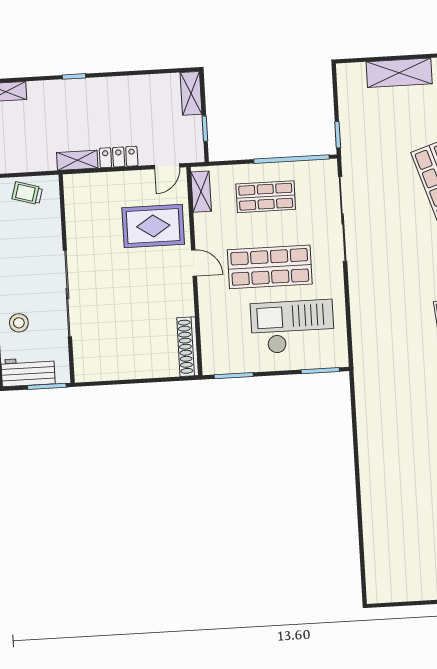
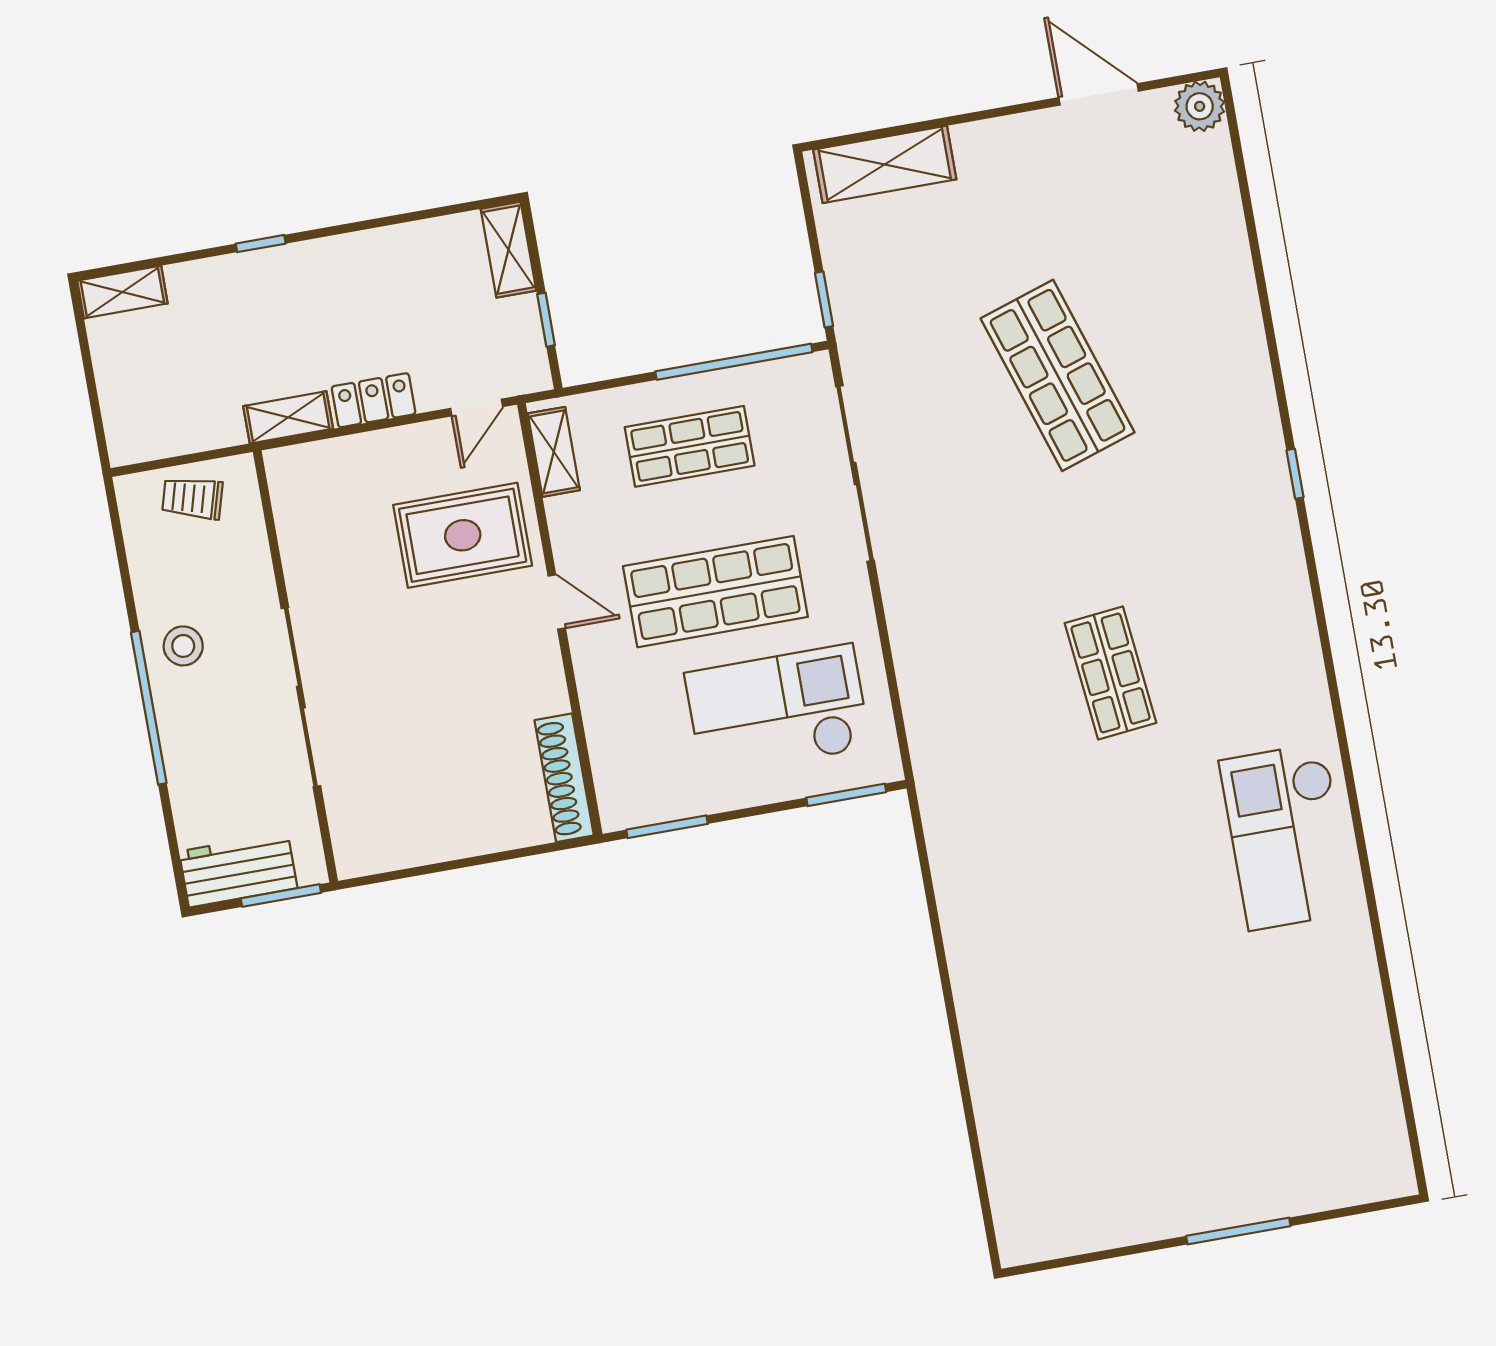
shelving: (399, 73) -> (885, 164), moved
stool: (19, 323) -> (183, 646), moved

